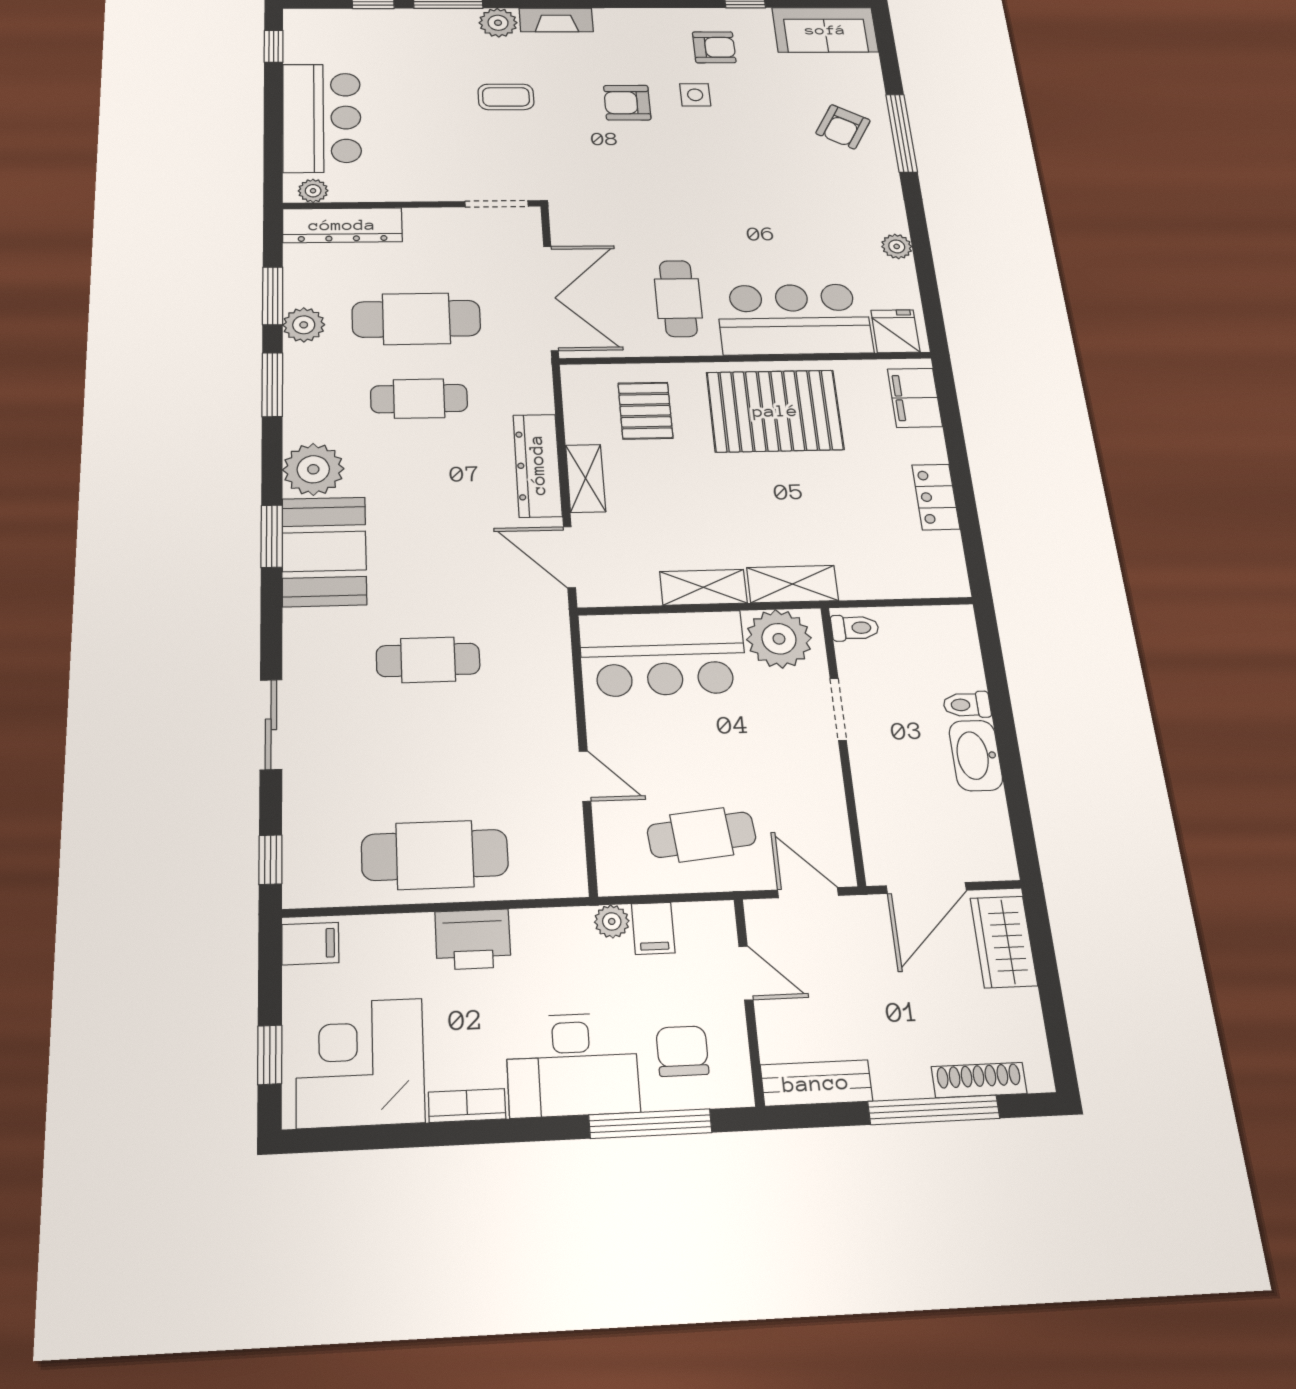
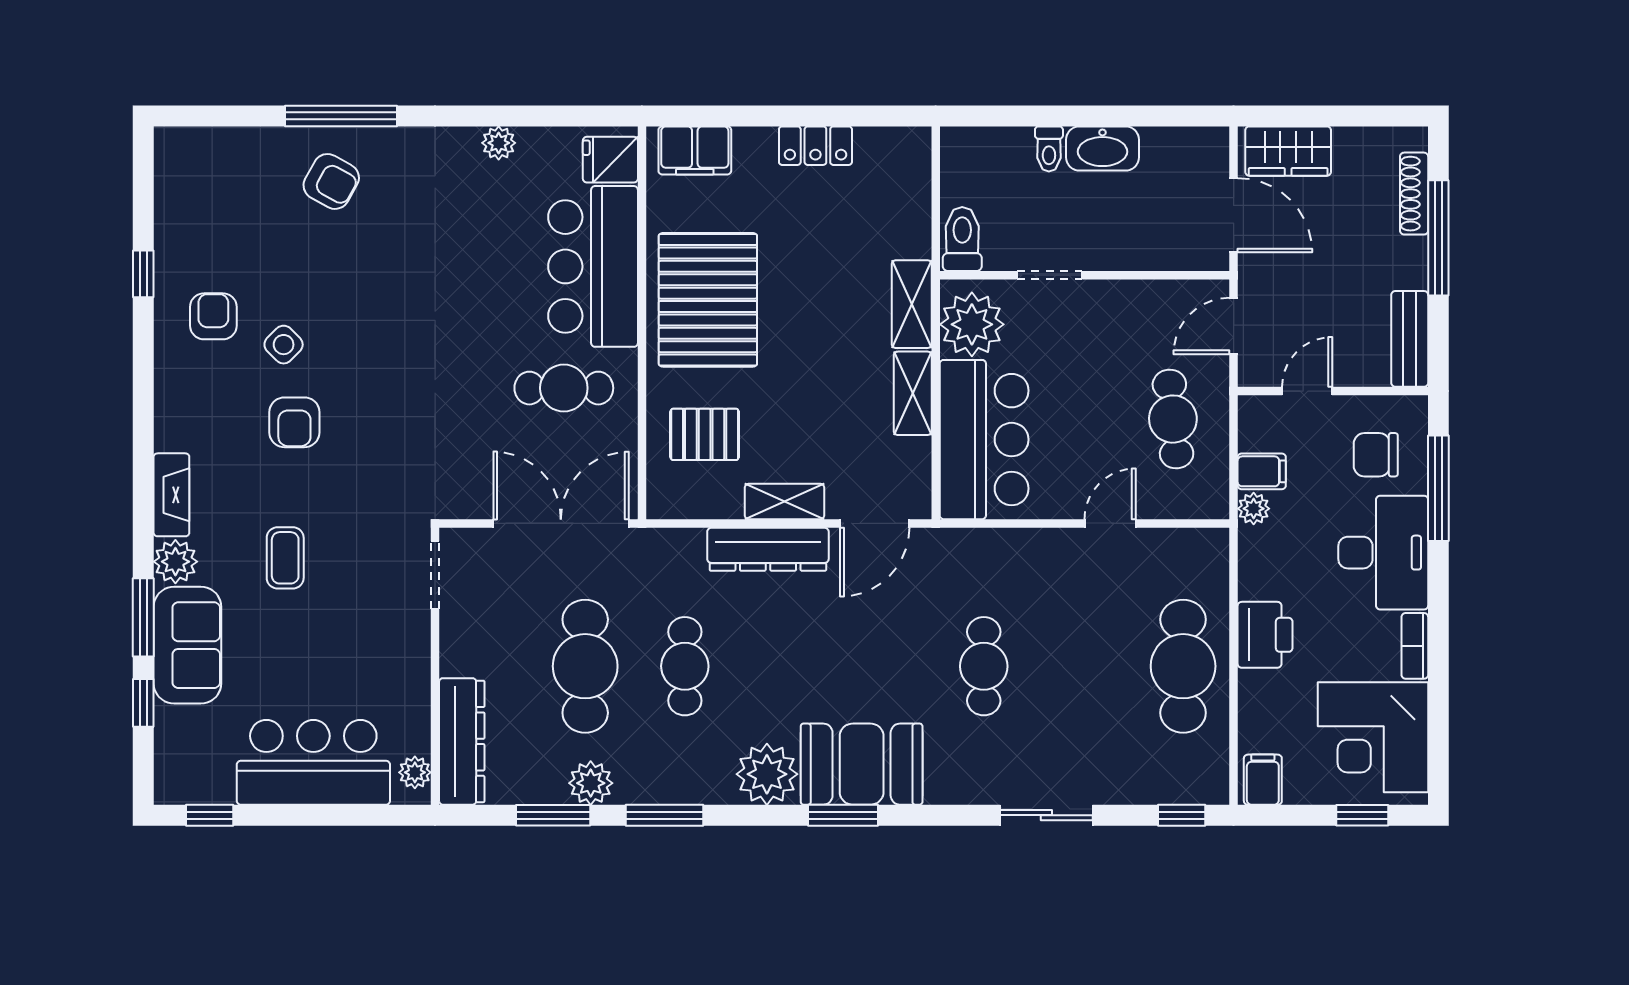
sofa: (825, 30) -> (187, 645), moved
side table: (695, 95) -> (284, 345), turned 45
toilet: (855, 628) -> (962, 239), width x1.37, depth x1.39

